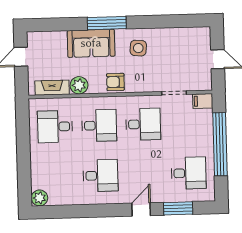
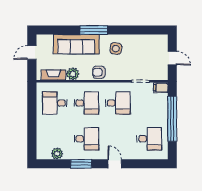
sofa: (91, 43) -> (76, 44), width x1.36
plant: (39, 198) -> (57, 154), moved
window: (178, 208) -> (81, 164), moved
door: (141, 209) -> (115, 164), hinge flipped

